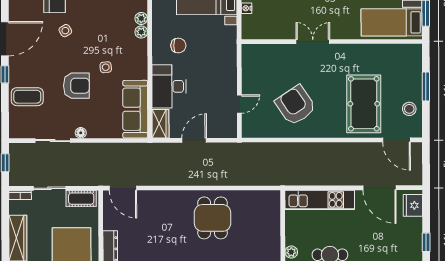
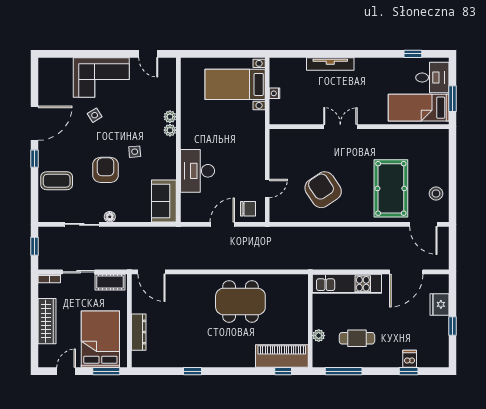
plant: (141, 18) -> (170, 130), moved
chair: (178, 46) -> (248, 209), moved
armchair: (76, 86) -> (106, 170), turned -90
window: (426, 86) -> (453, 171), removed
sofa: (135, 109) -> (164, 201), width x0.73
wardrobe: (160, 124) -> (189, 208), removed
door: (379, 188) -> (406, 272), hinge flipped
fridge: (413, 205) -> (439, 304), moved
dining table: (213, 218) -> (240, 301), width x1.38

